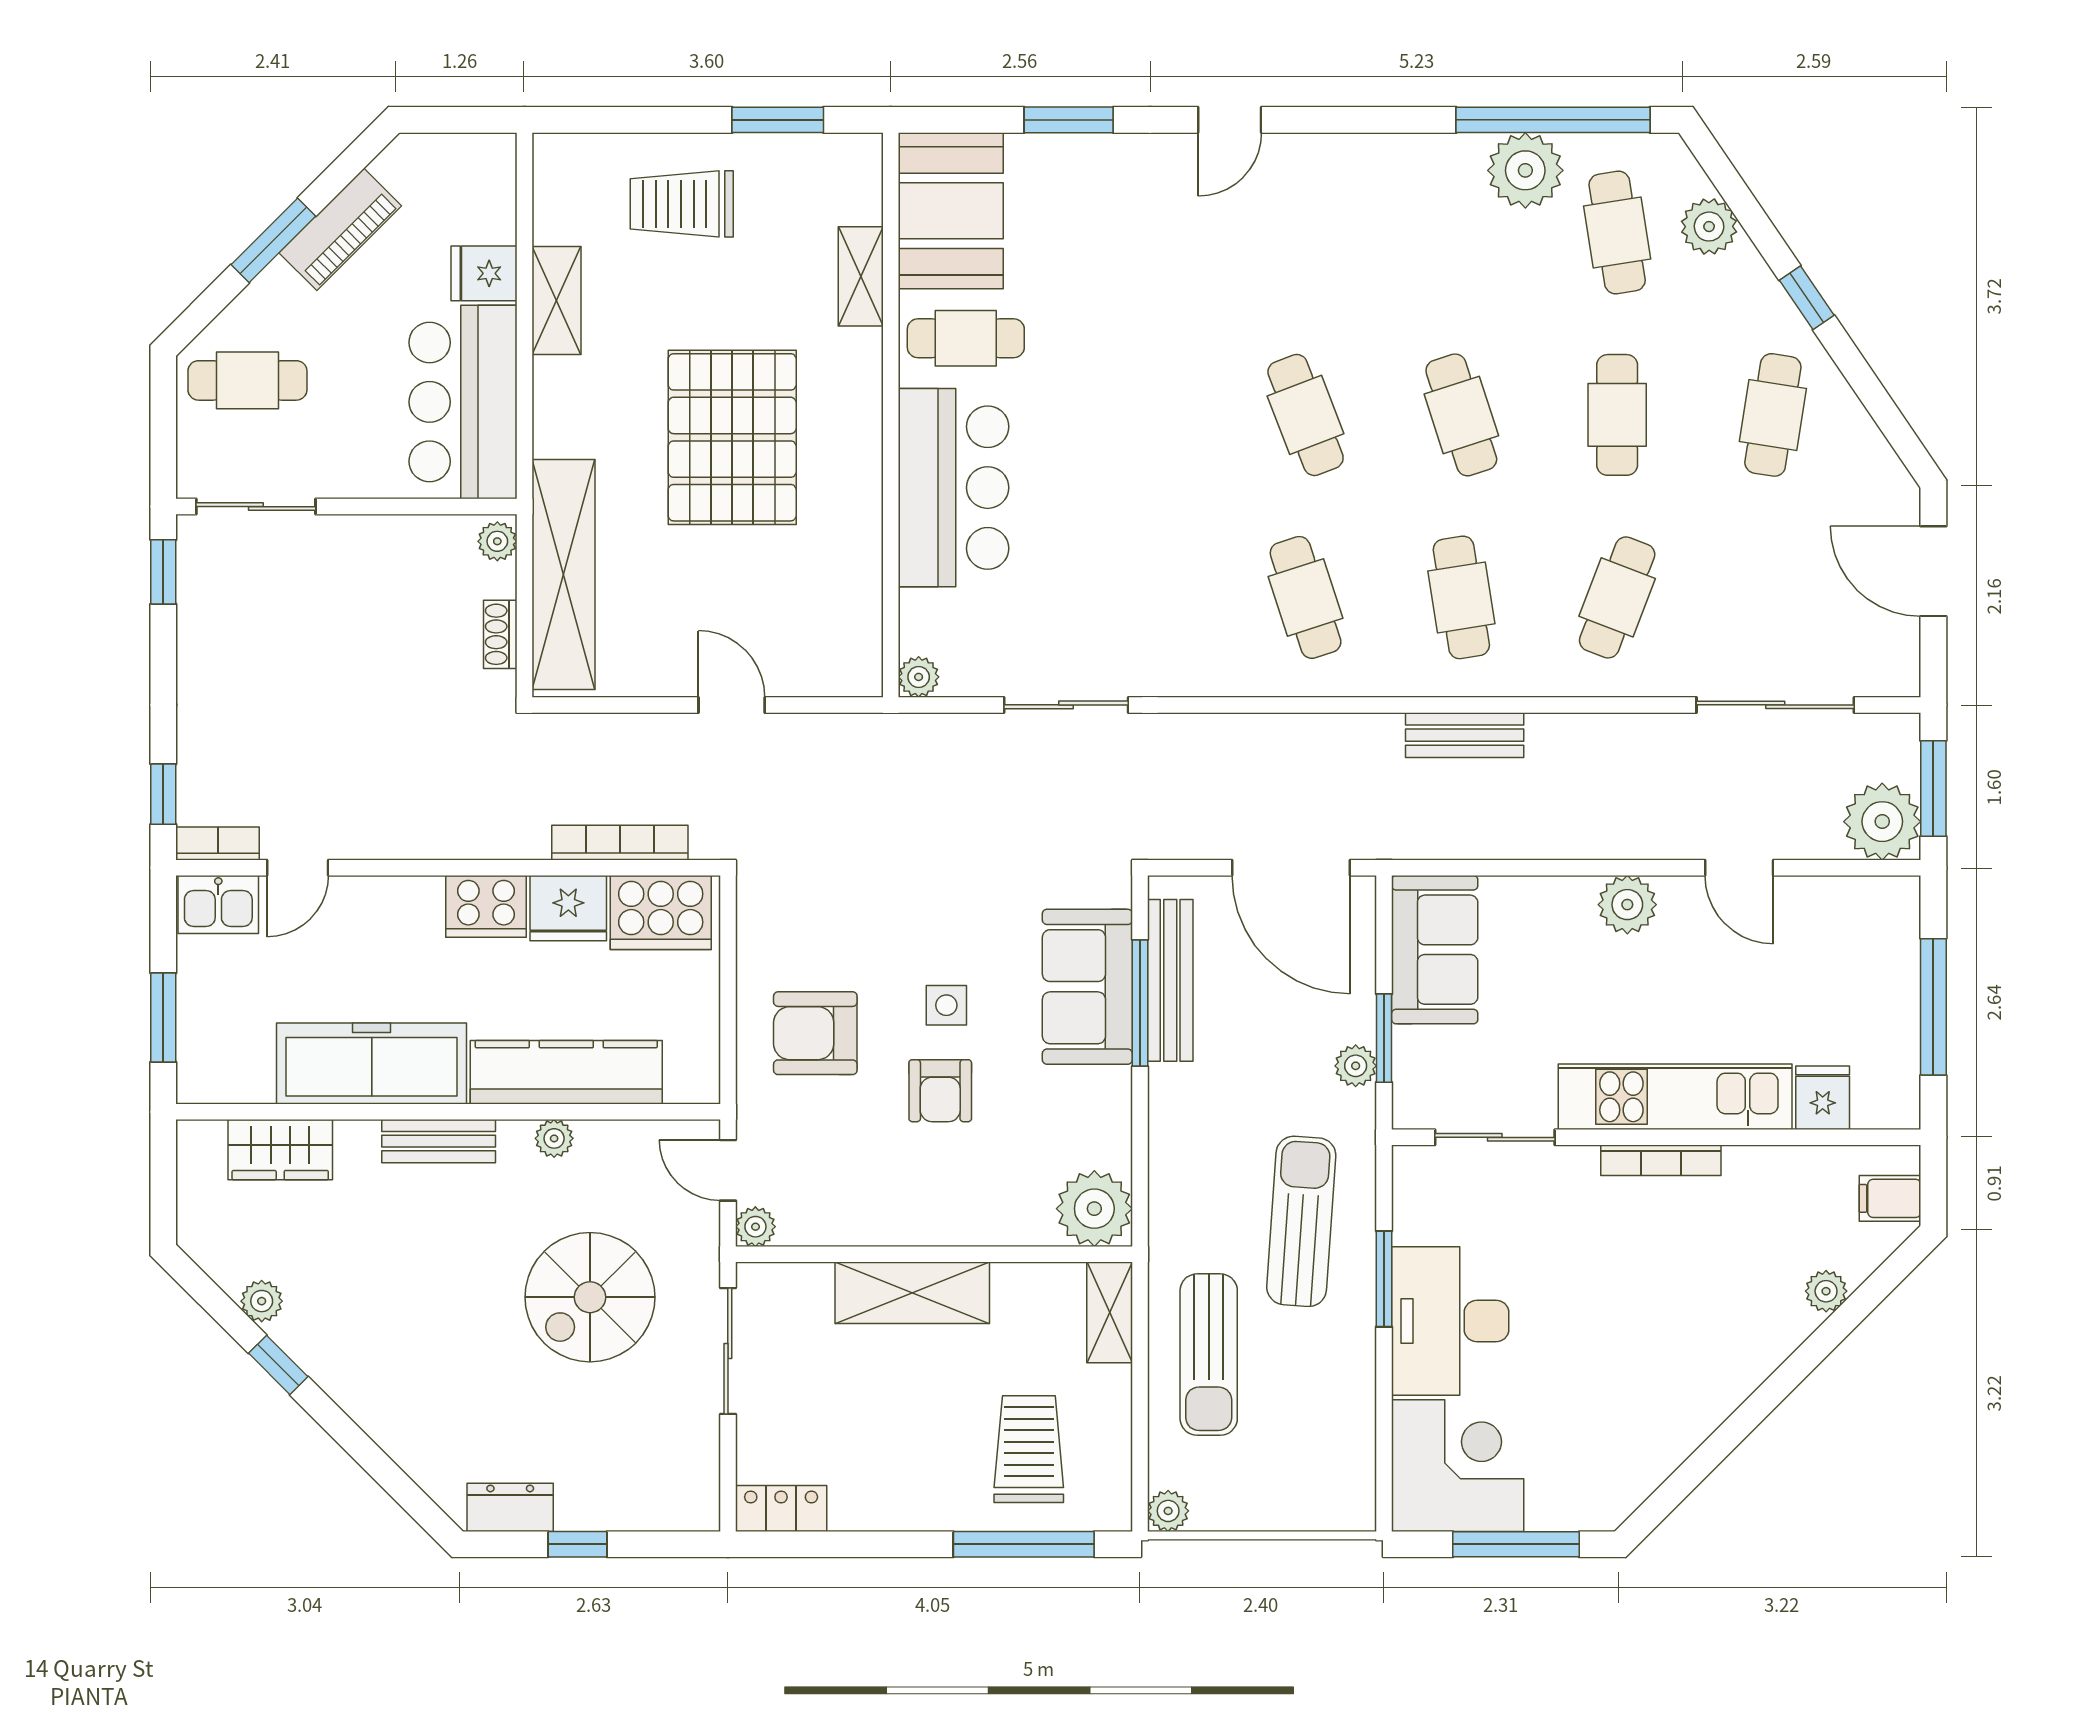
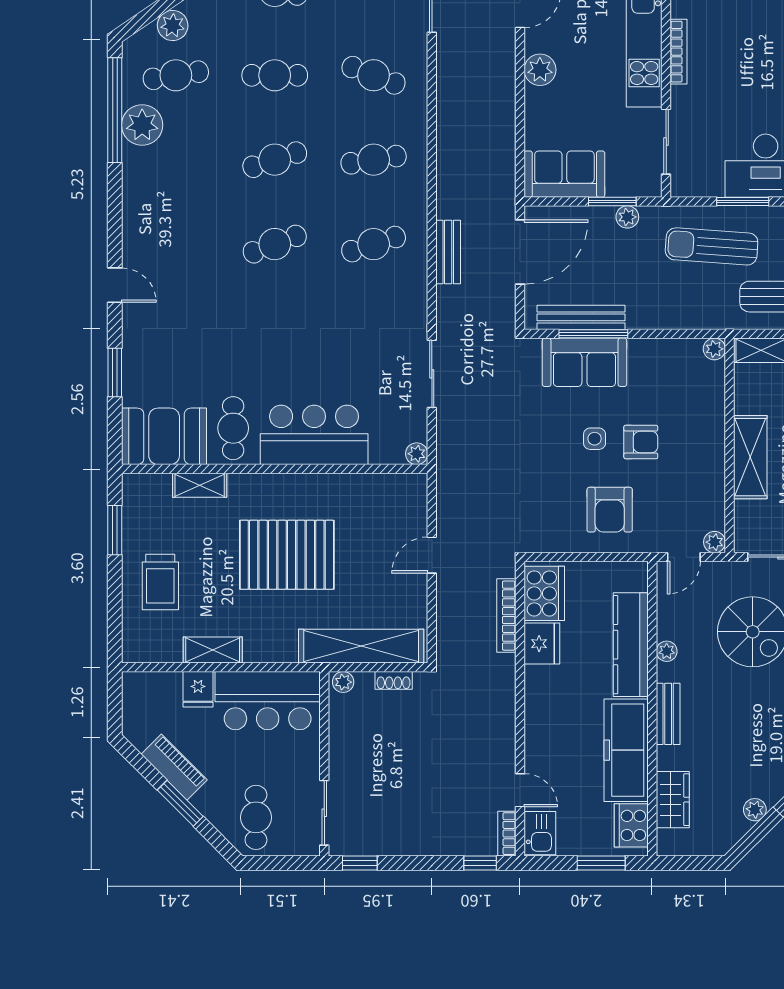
bench: (1465, 735) -> (448, 252), moved
cooker: (486, 906) -> (631, 825), moved, turned 180
plant: (1094, 1209) -> (714, 349), width x0.53, depth x0.53

